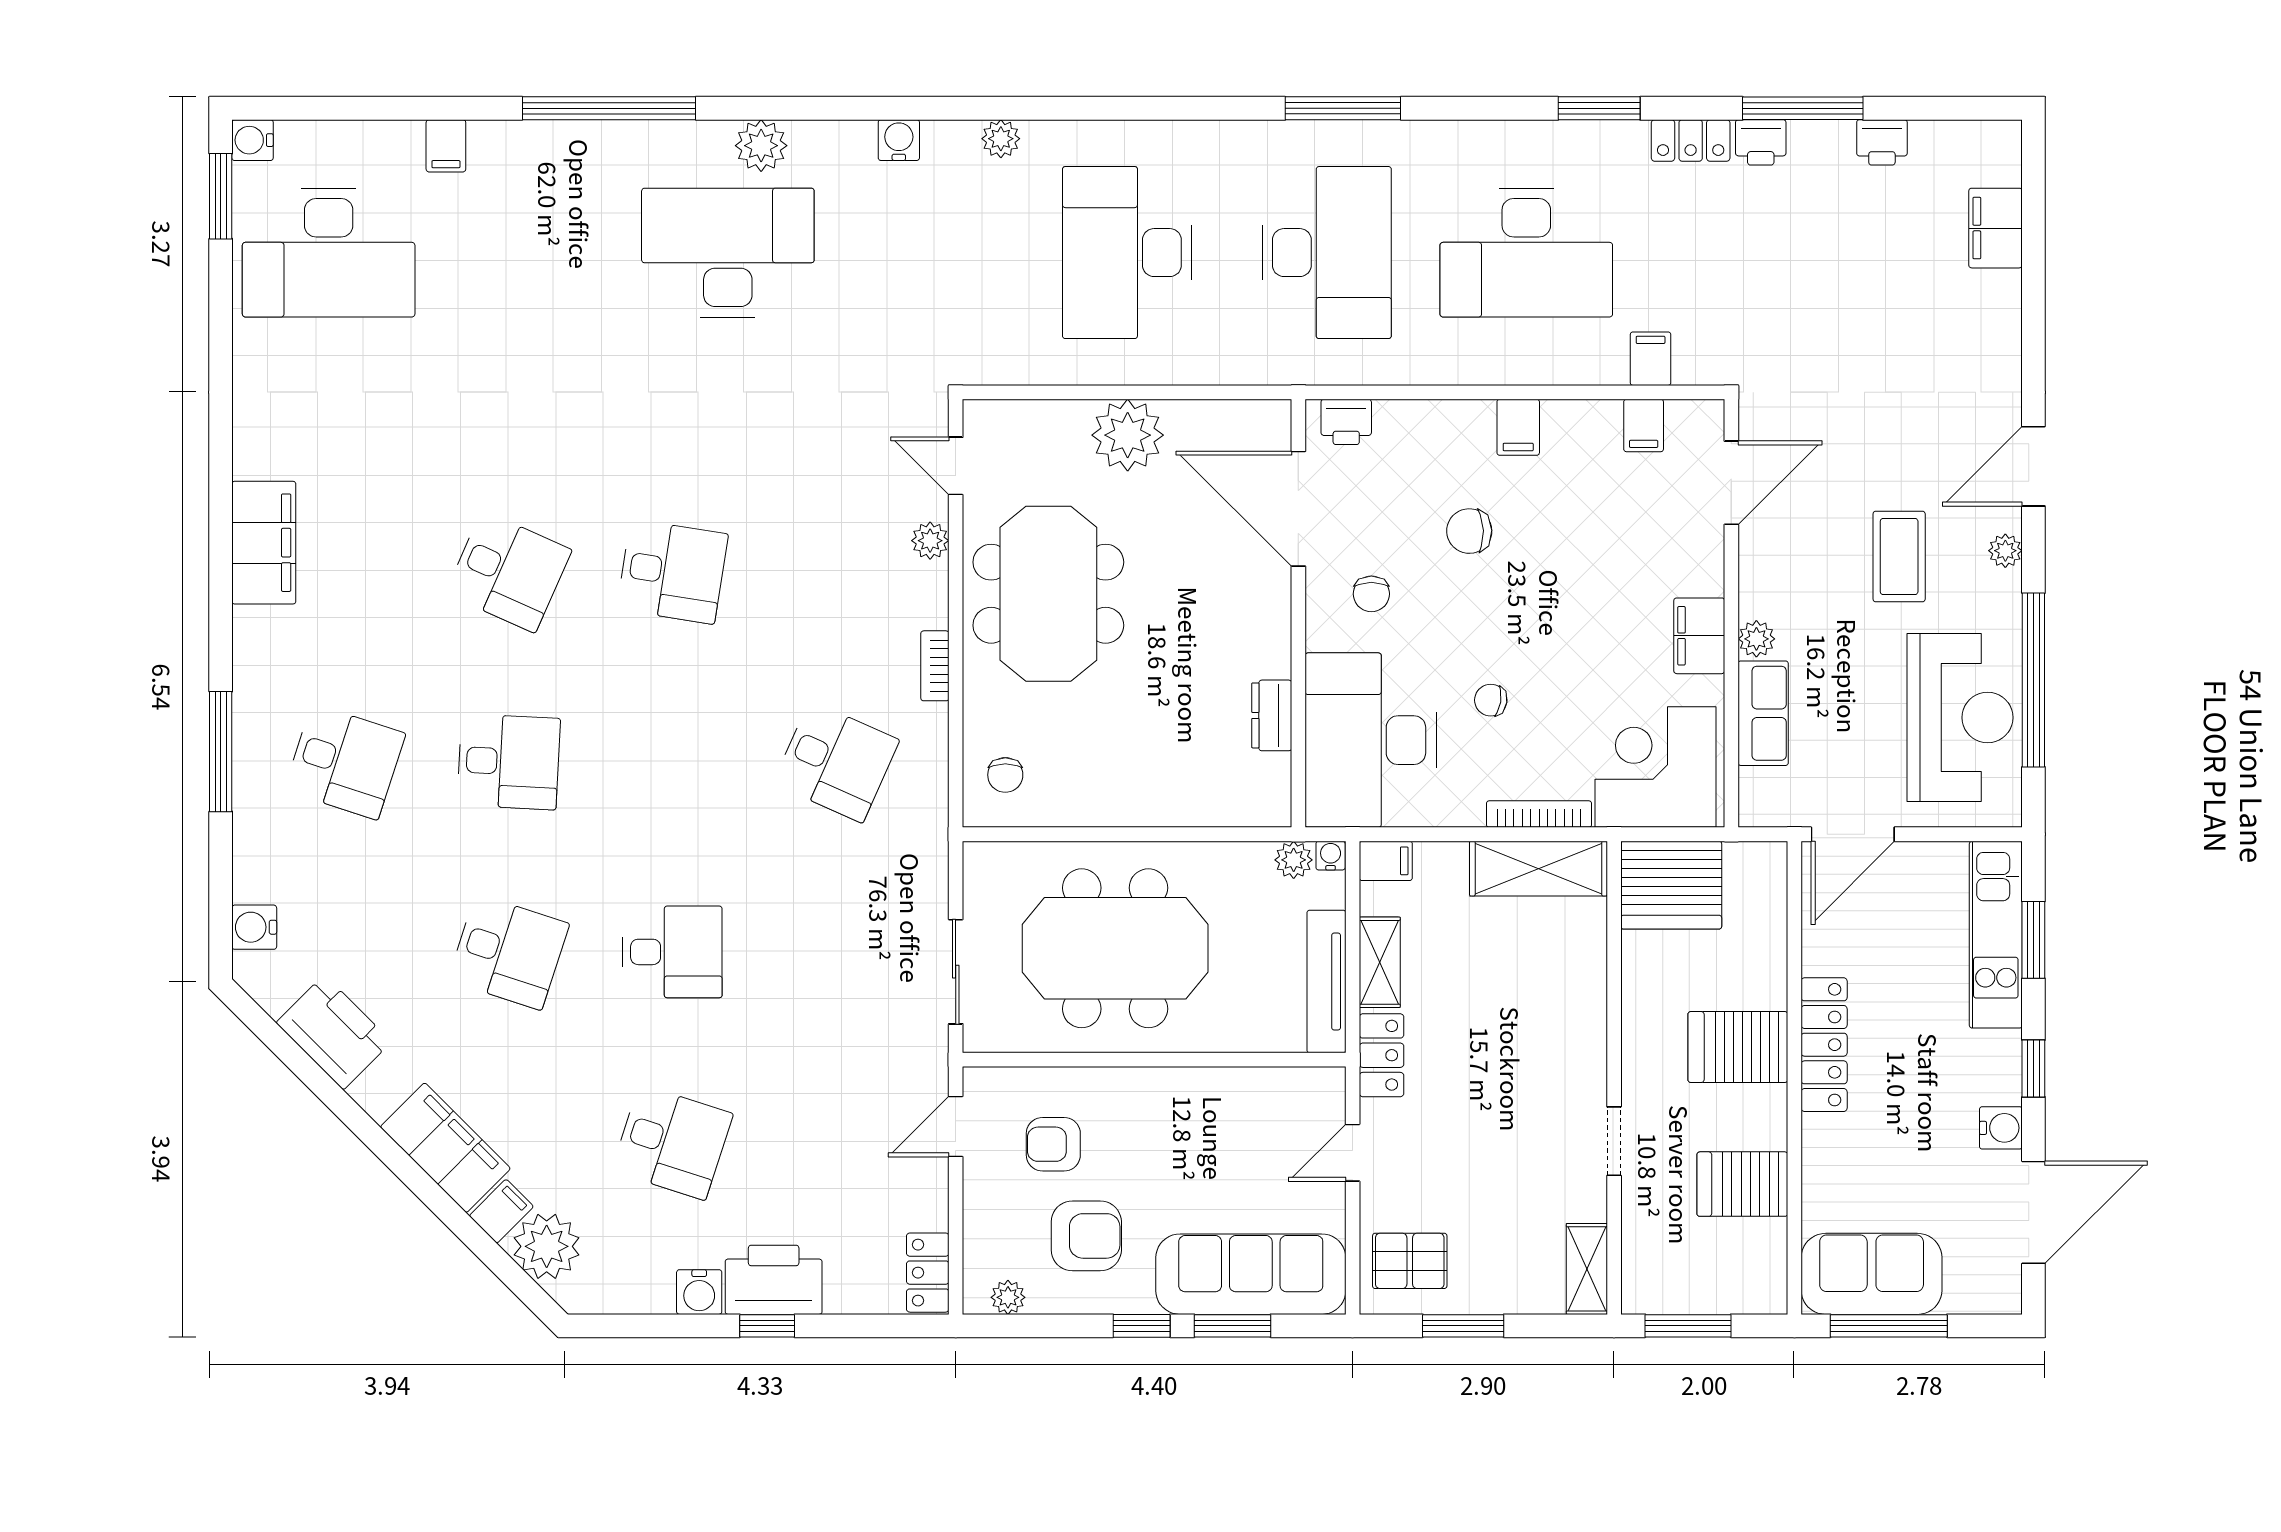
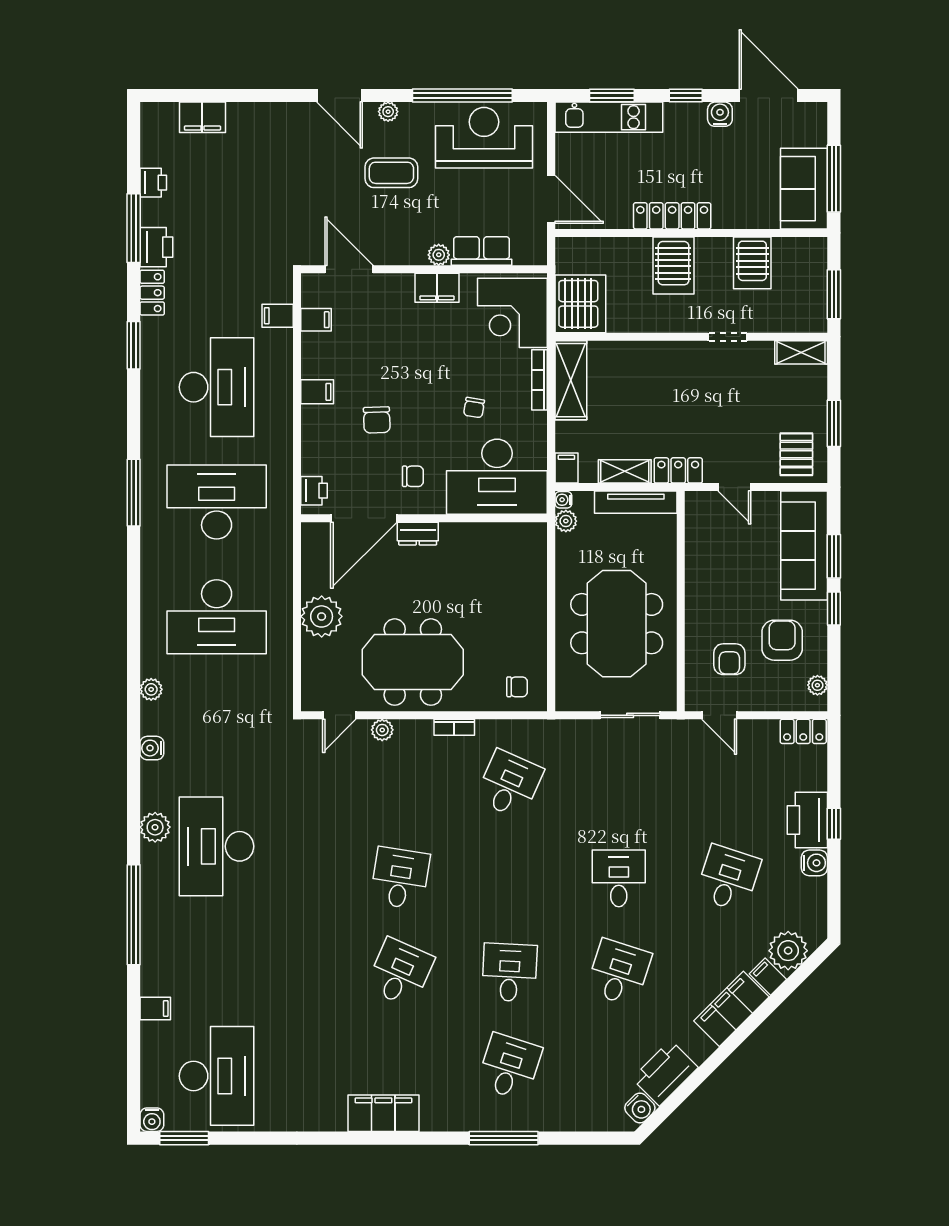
printer: (1761, 142) -> (156, 247), width x1.36, depth x1.24
dresser: (1272, 715) -> (418, 534), moved
water cooler: (254, 927) -> (640, 1108), moved, turned -45

